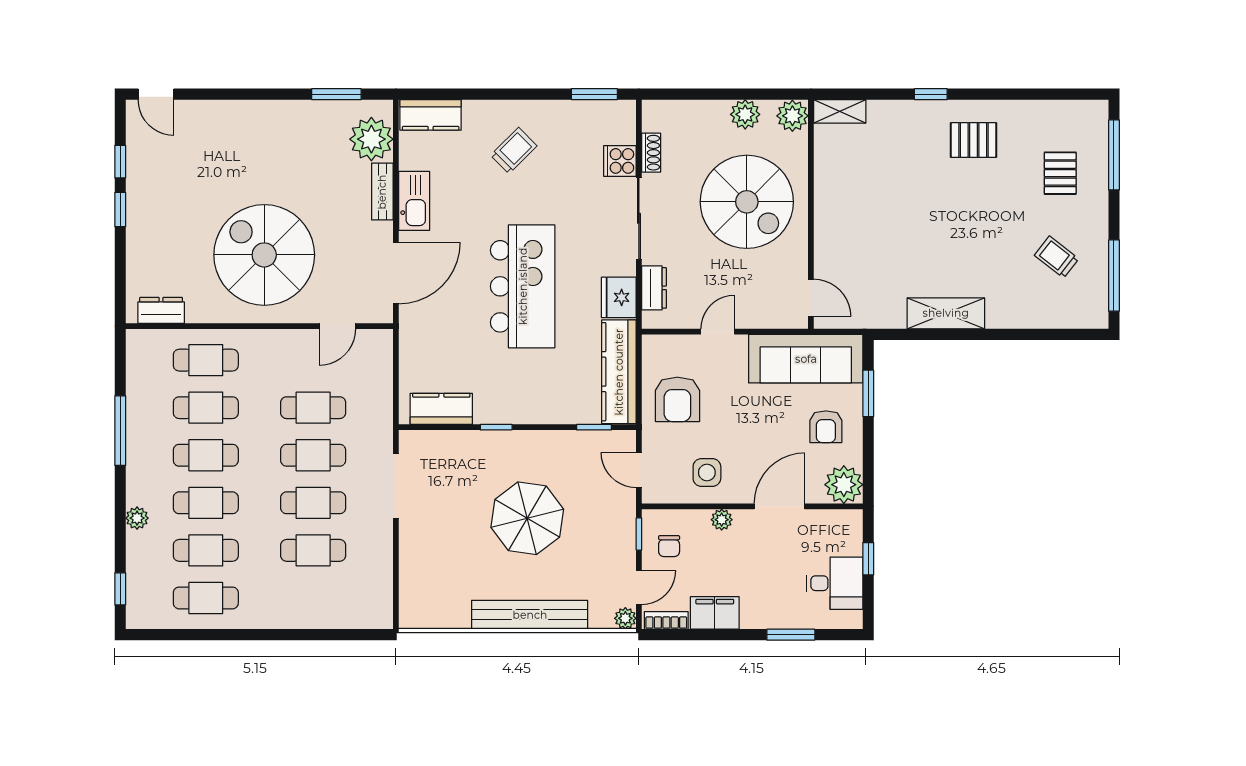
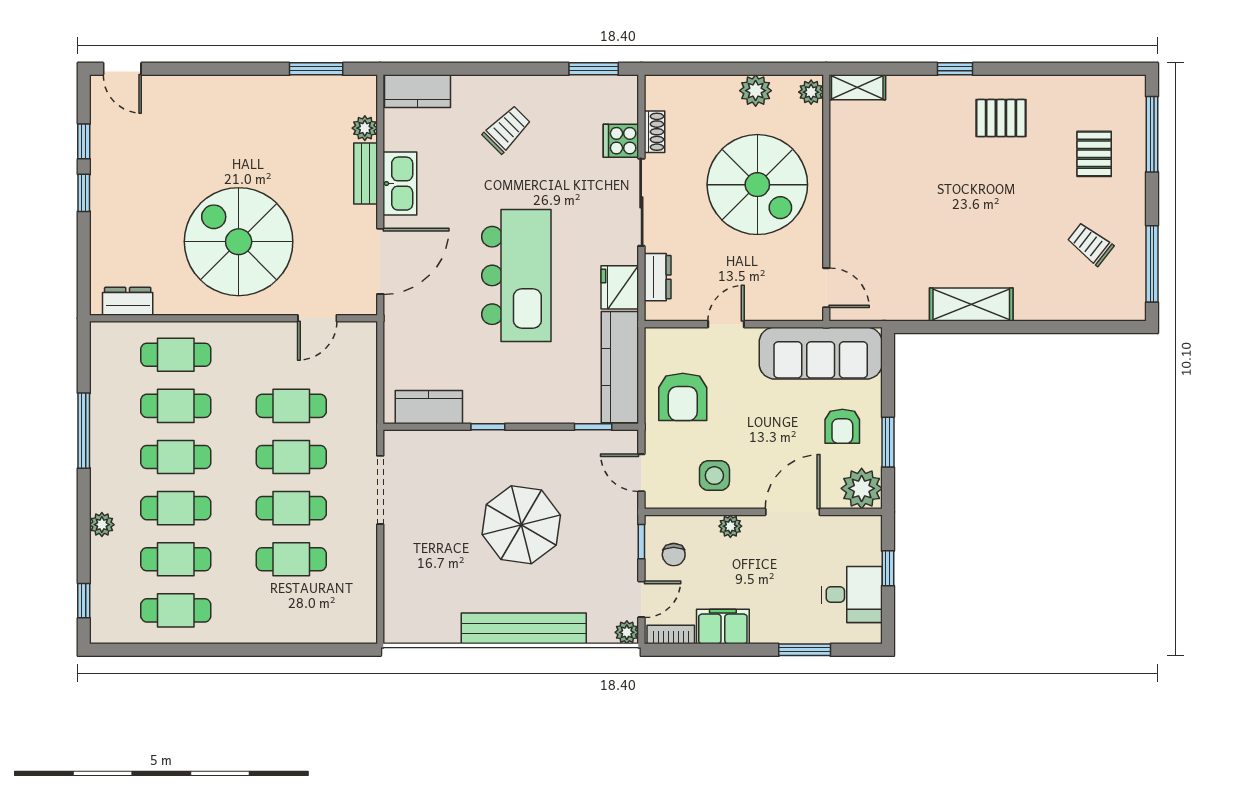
plant: (792, 116) -> (811, 92), width x0.73, depth x0.73
plant: (371, 139) -> (365, 128), width x0.53, depth x0.53
window: (868, 393) -> (888, 442), moved

